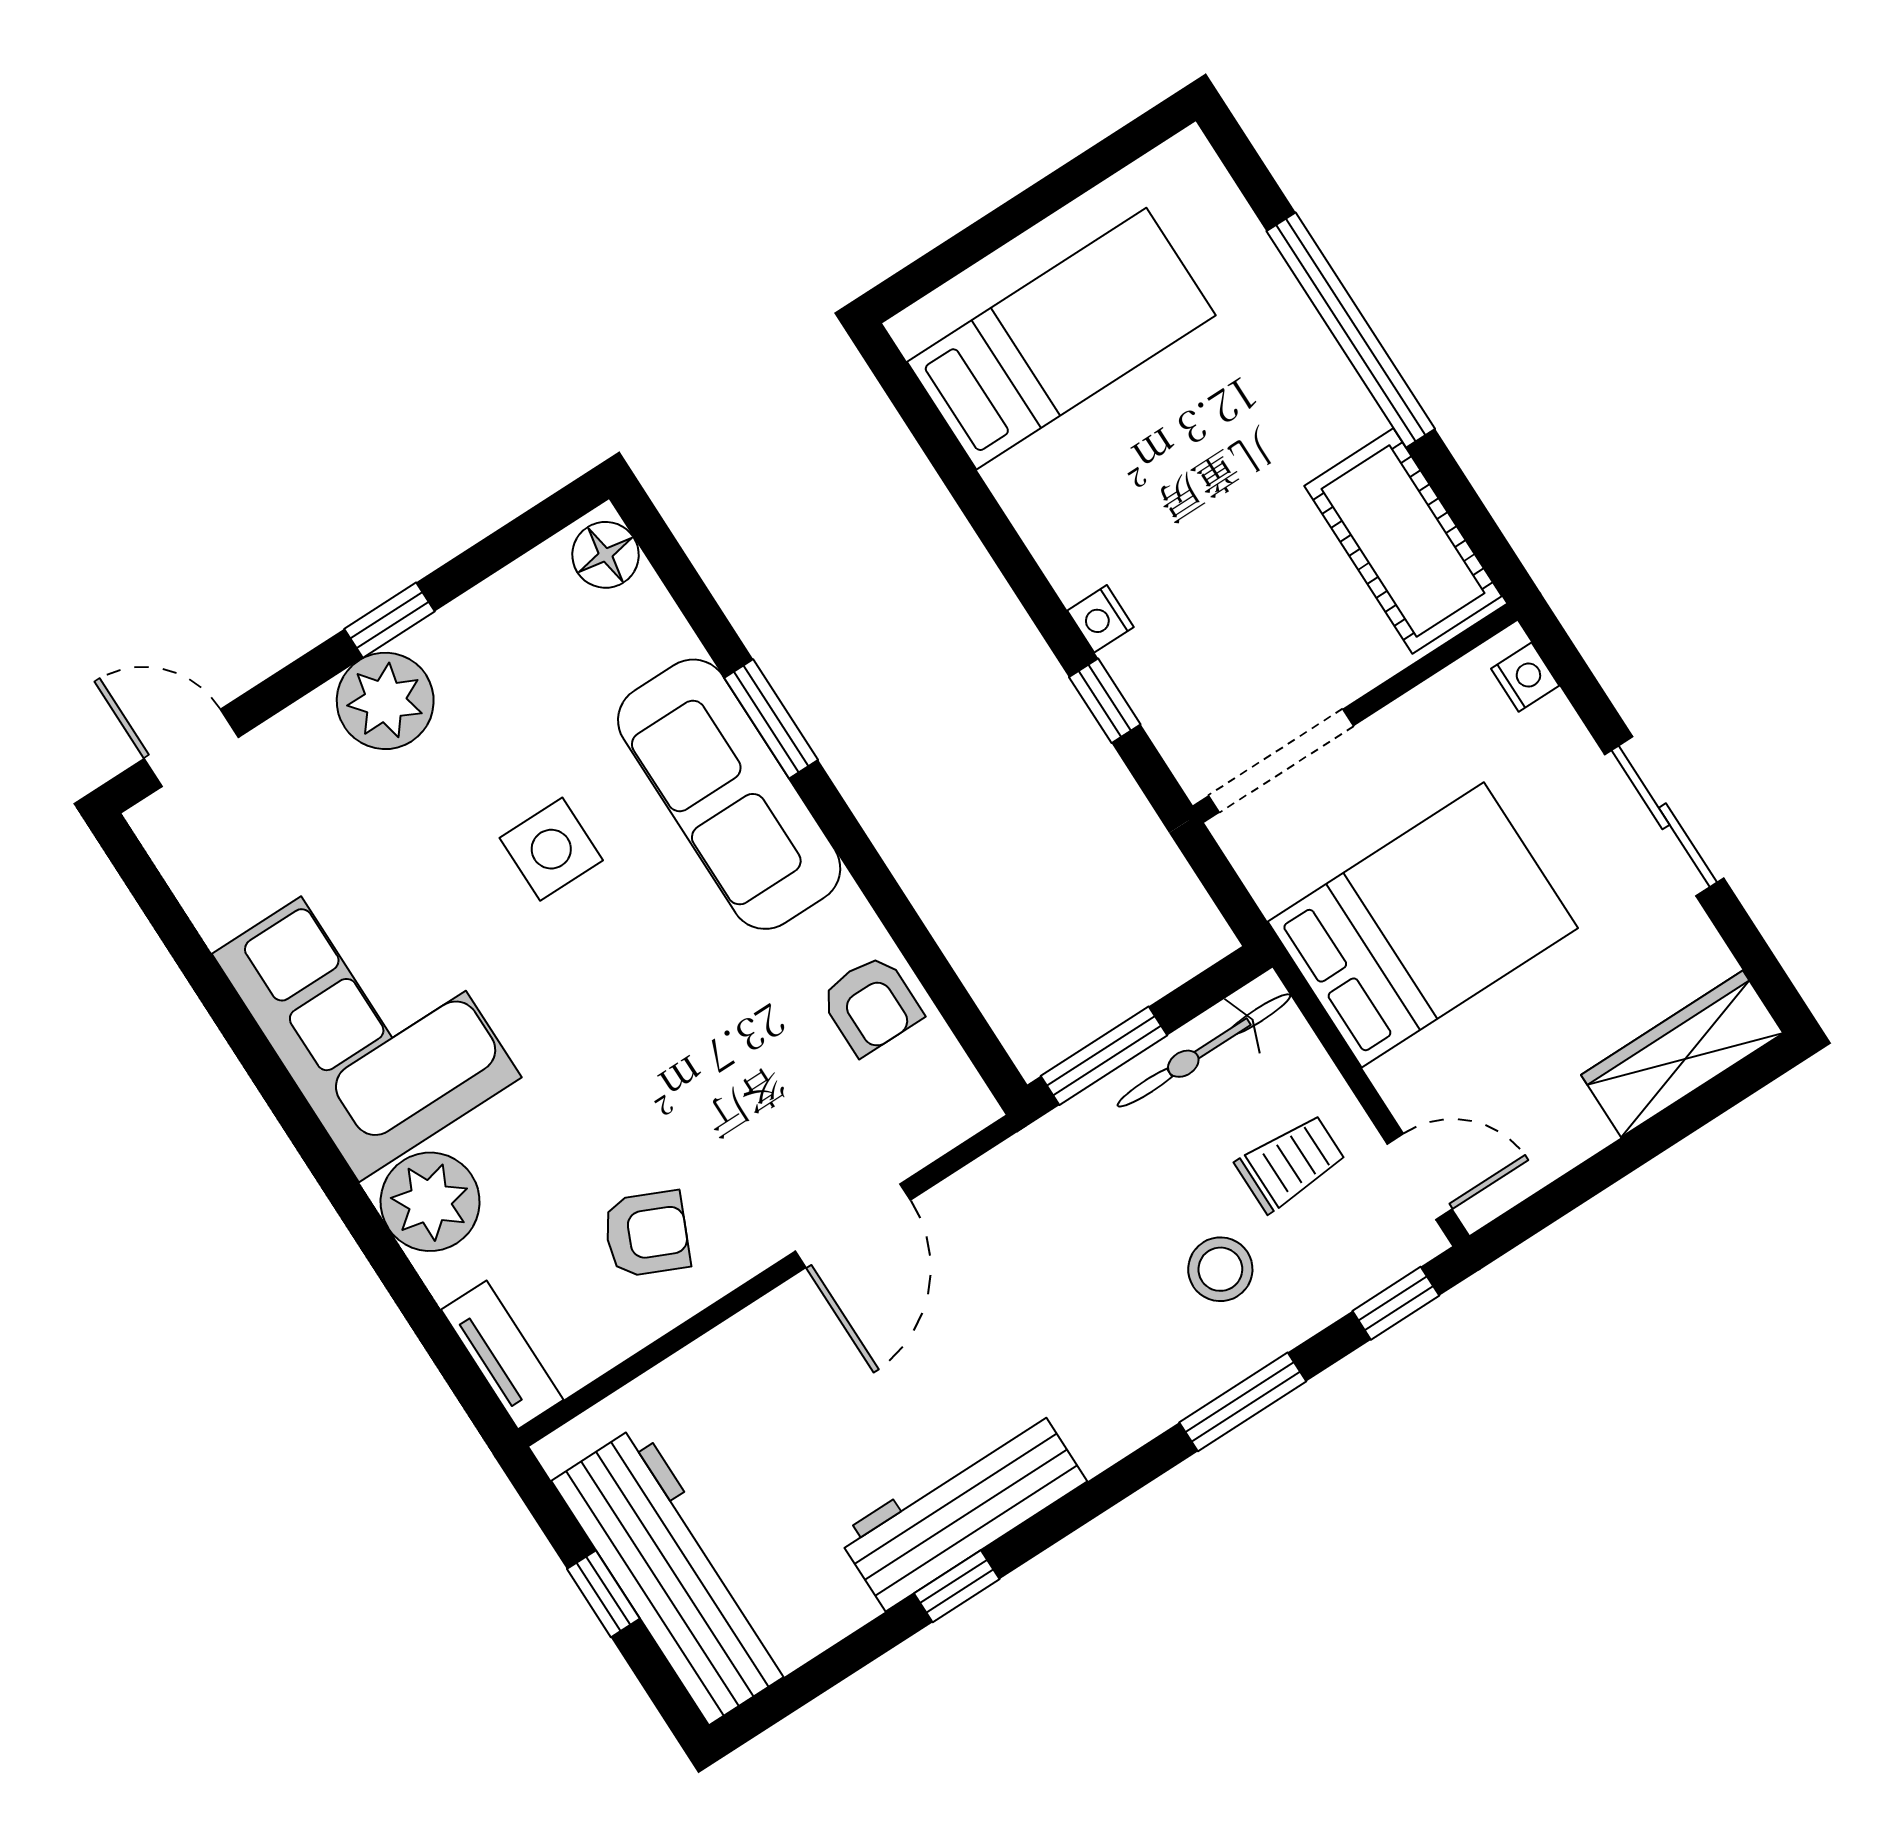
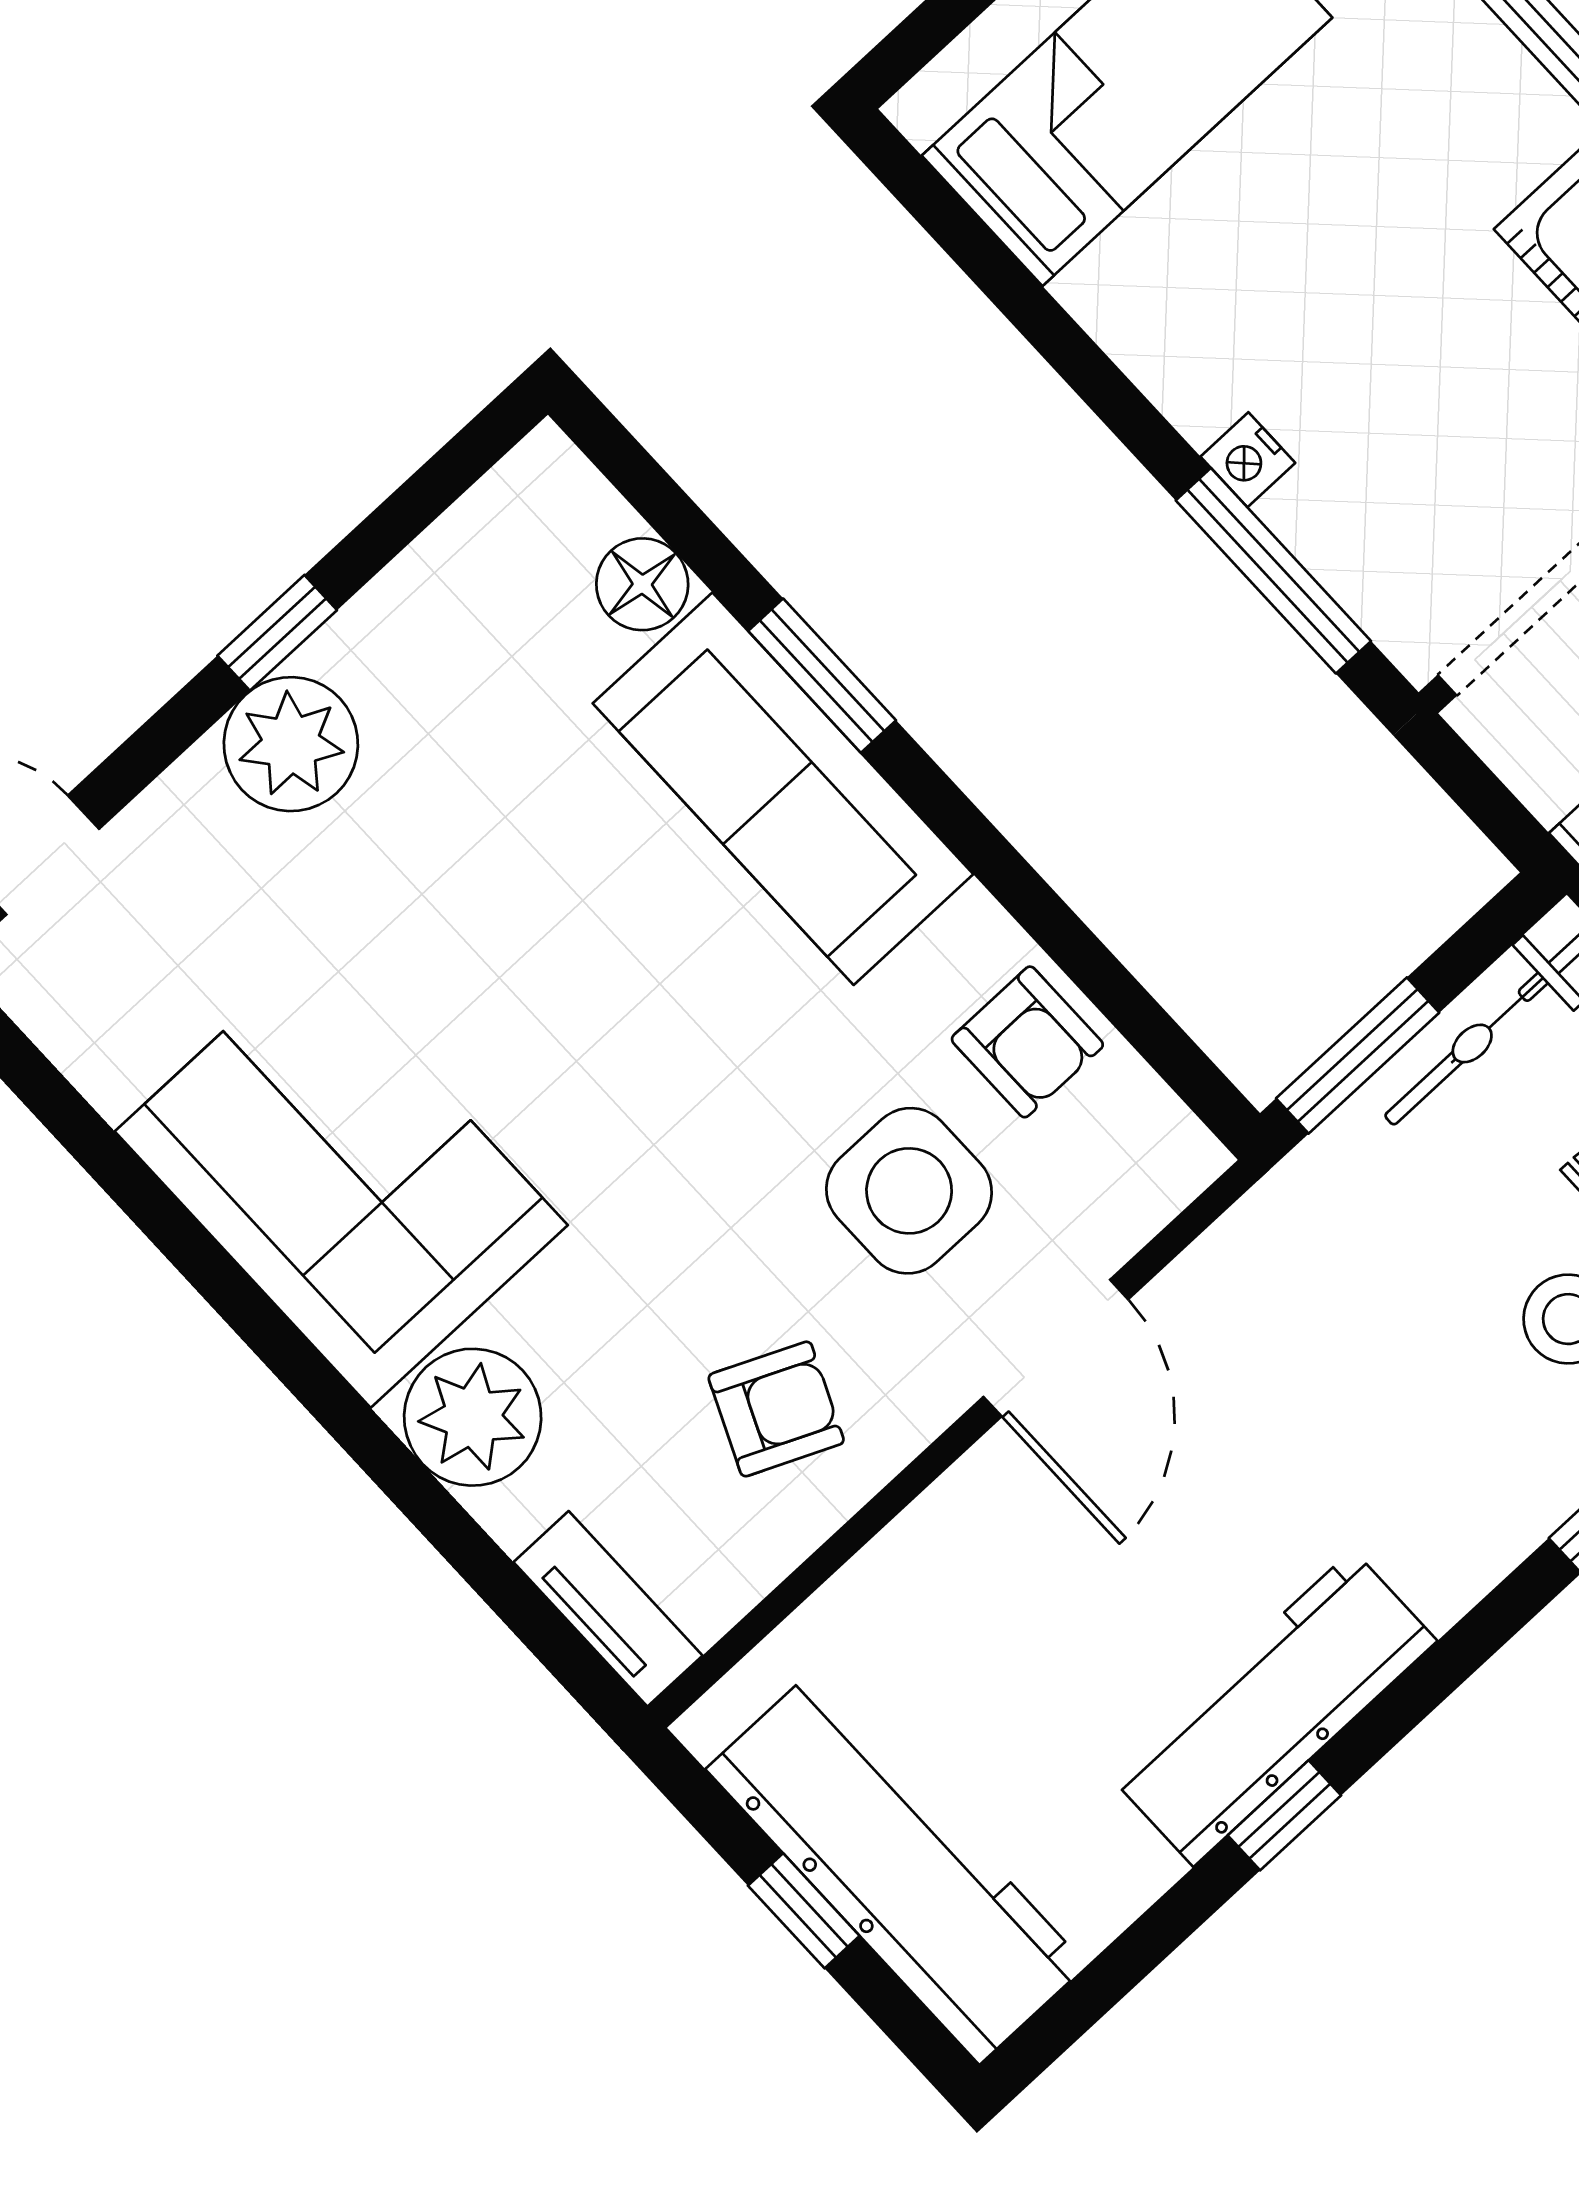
floor lamp: (606, 555) -> (642, 584), moved
window: (1105, 701) -> (1273, 571), width x2.17
side table: (551, 849) -> (909, 1191), moved, width x1.37, depth x1.37

